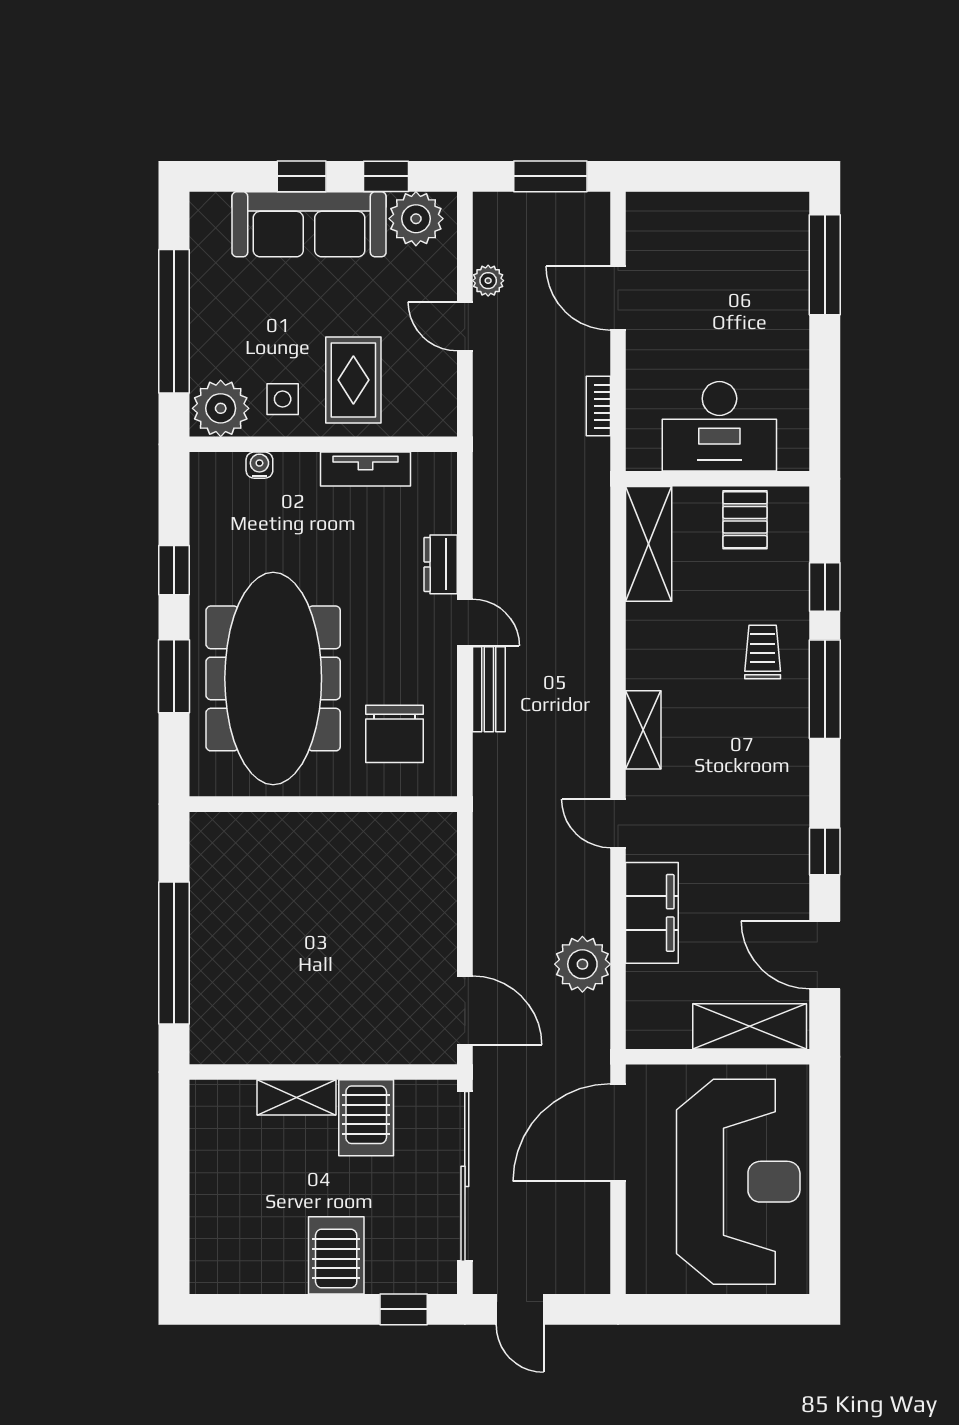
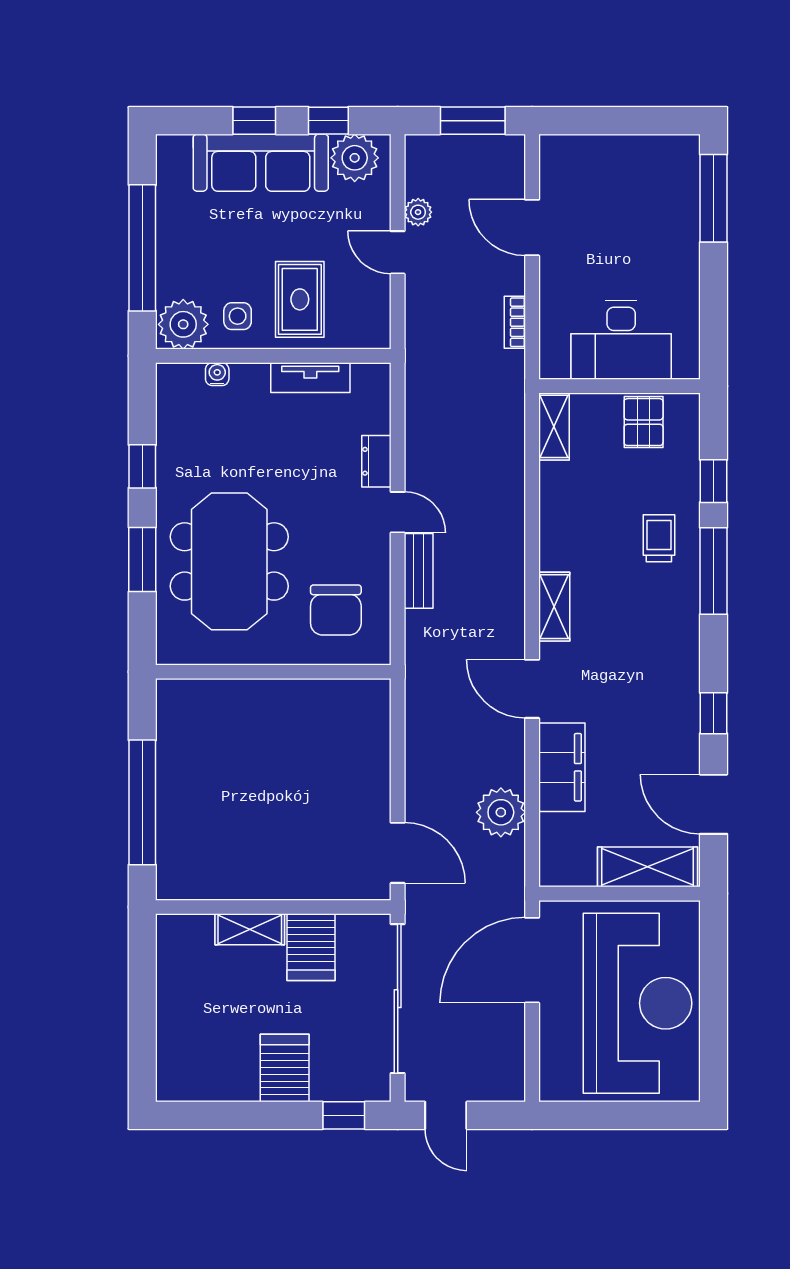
shelving: (649, 544) -> (554, 426), width x0.67, depth x0.75
meeting table: (273, 678) -> (229, 561), width x0.73
door: (618, 824) -> (532, 689), width x1.38

